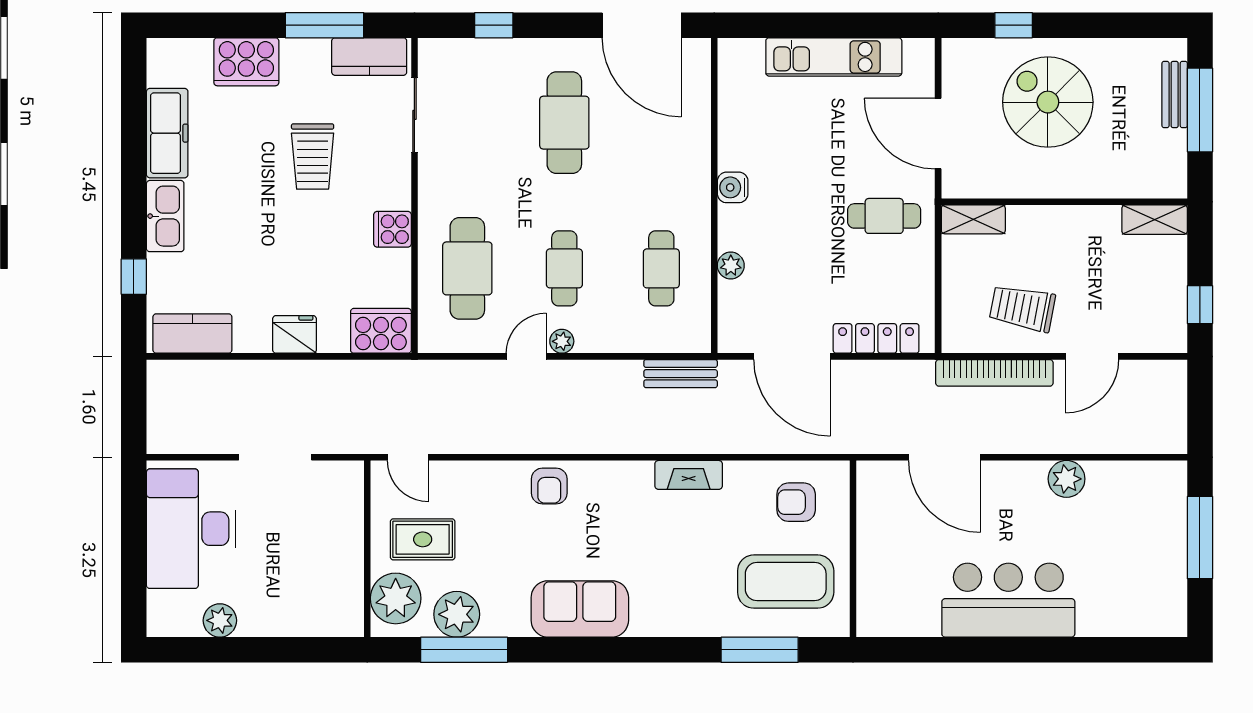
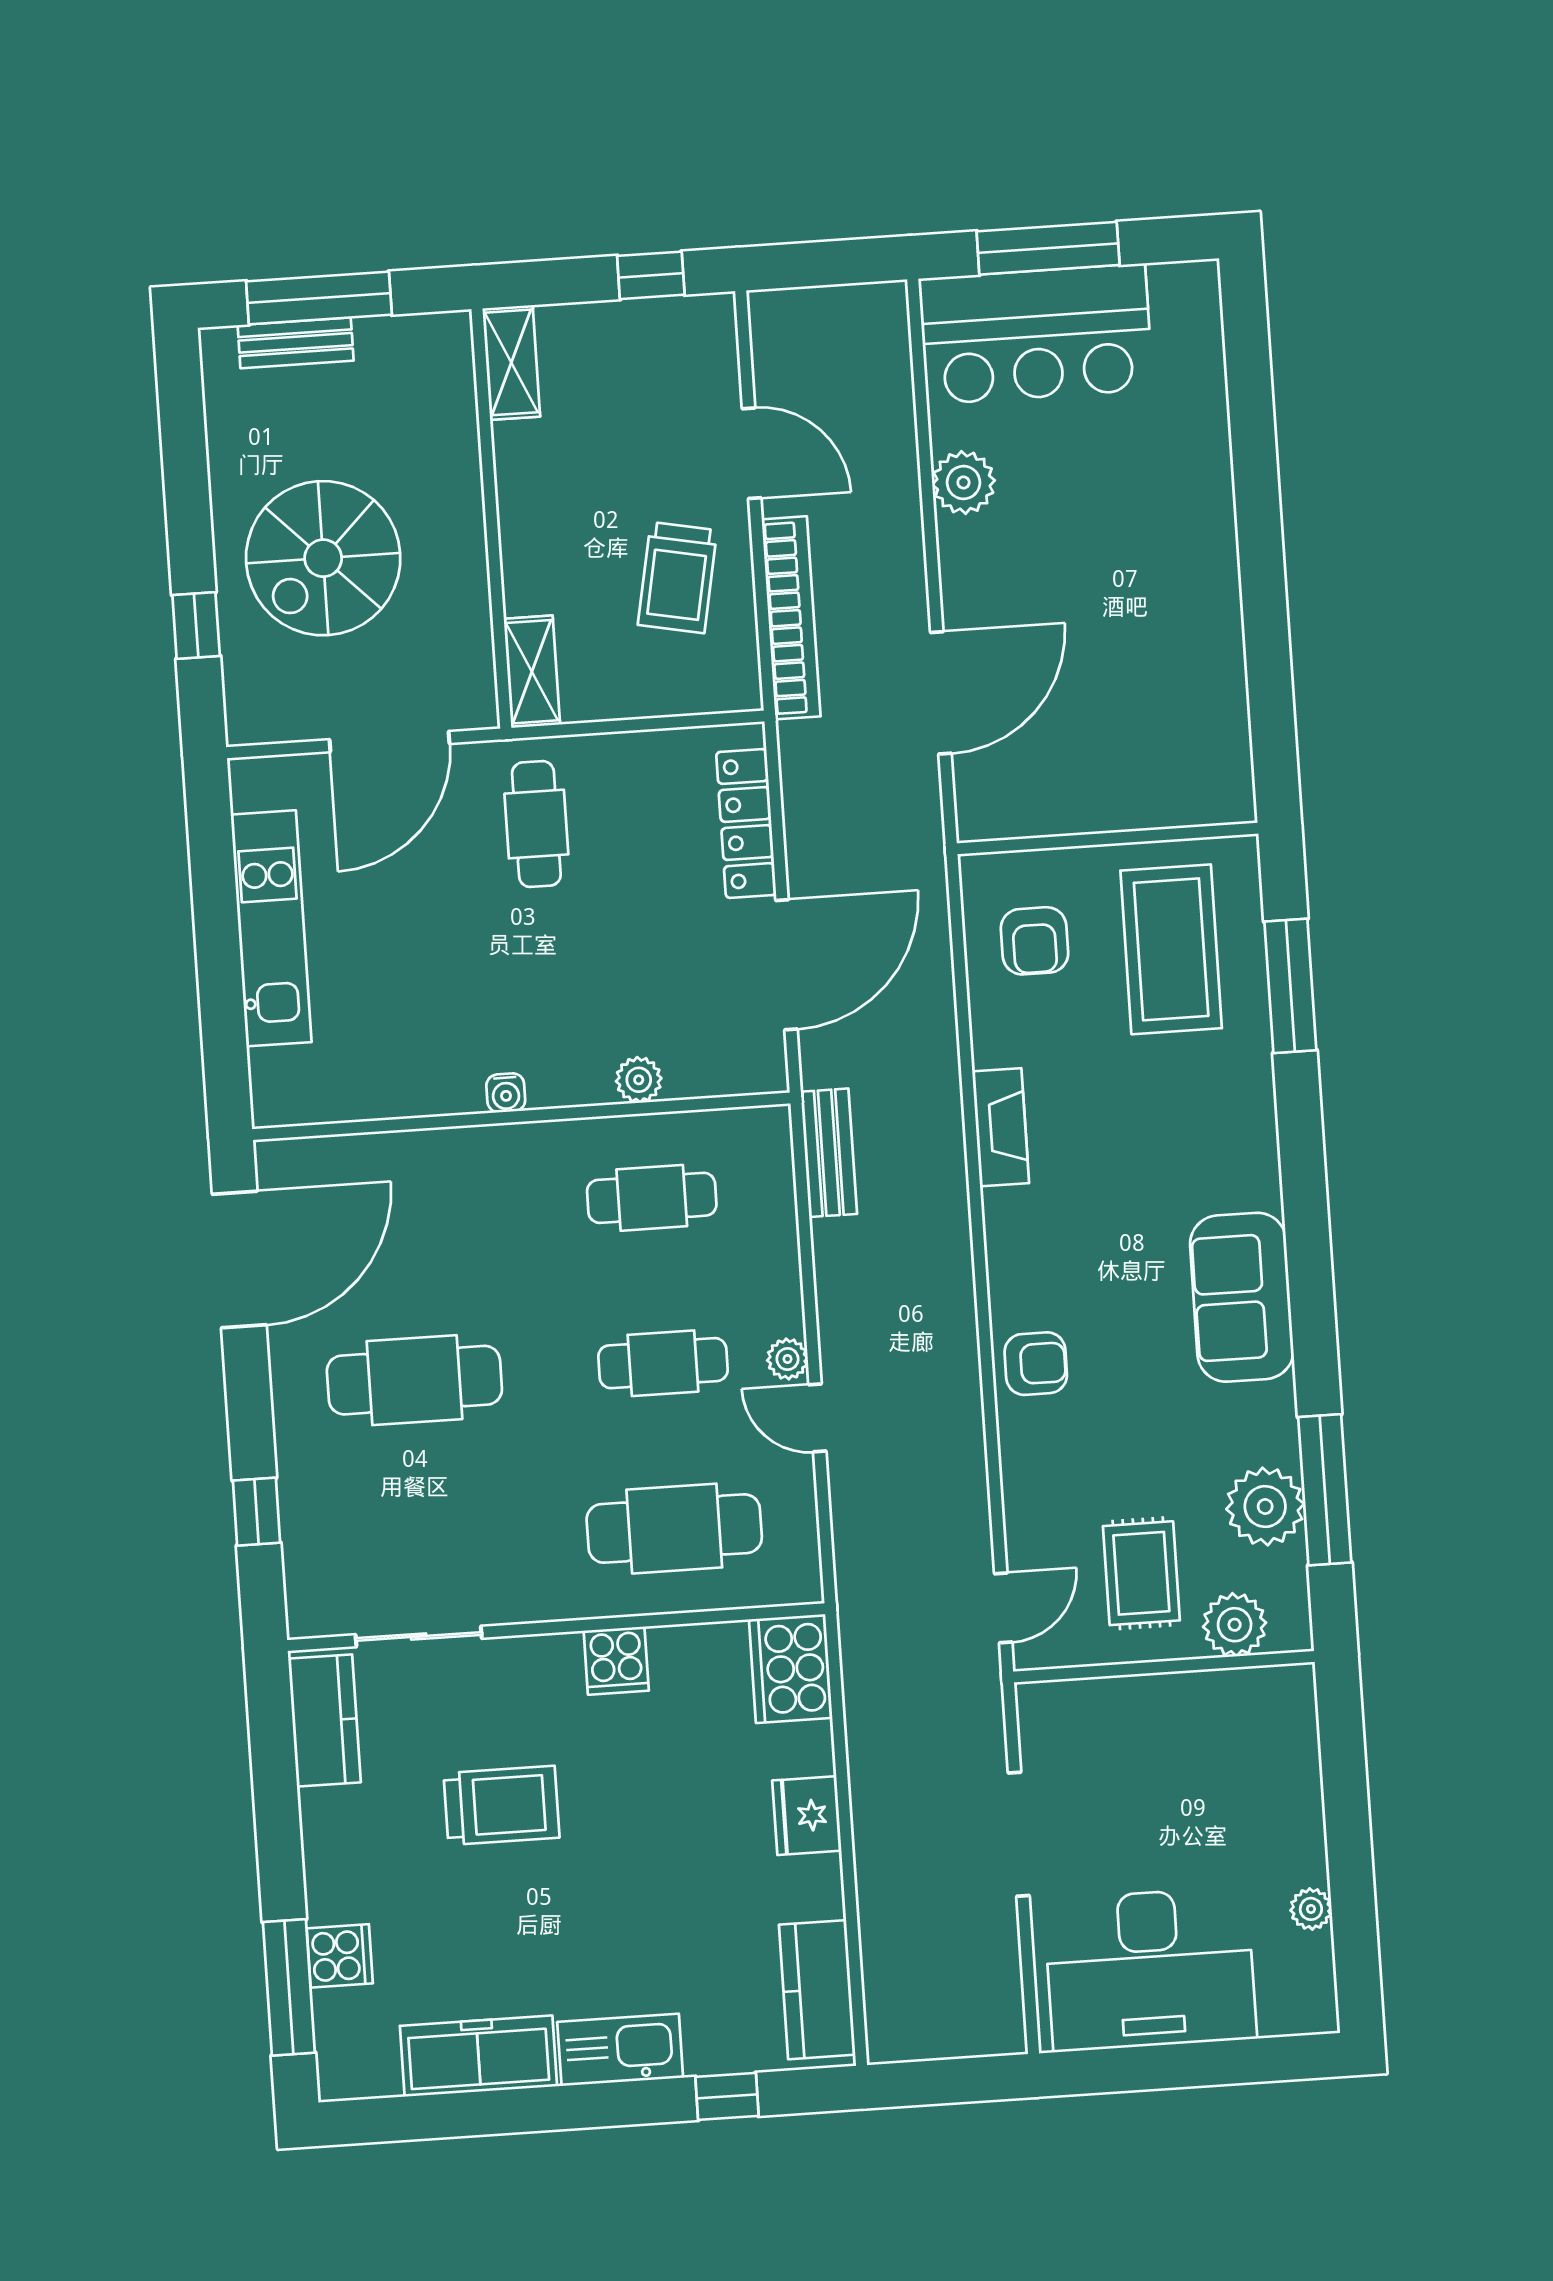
window: (325, 25) -> (289, 1987), moved
cooker: (246, 62) -> (340, 1956), width x0.53, depth x0.76
water cooler: (733, 187) -> (506, 1093), width x0.72, depth x0.72
plant: (396, 598) -> (1235, 1625), width x0.73, depth x0.73
bar counter: (1008, 600) -> (1036, 334), moved, turned -90
plant: (220, 620) -> (1311, 1909), width x0.73, depth x0.73

